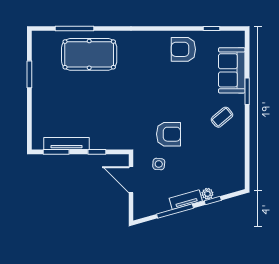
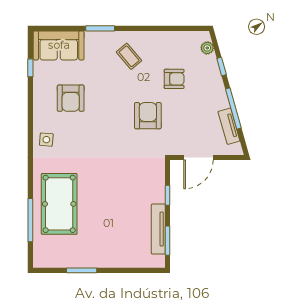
armchair: (183, 49) -> (71, 98), moved
sofa: (232, 70) -> (59, 45), moved
armchair: (202, 158) -> (174, 79), added
side table: (159, 164) -> (46, 140), moved
plant: (207, 194) -> (207, 48), moved
tv unit: (186, 200) -> (229, 126), moved

